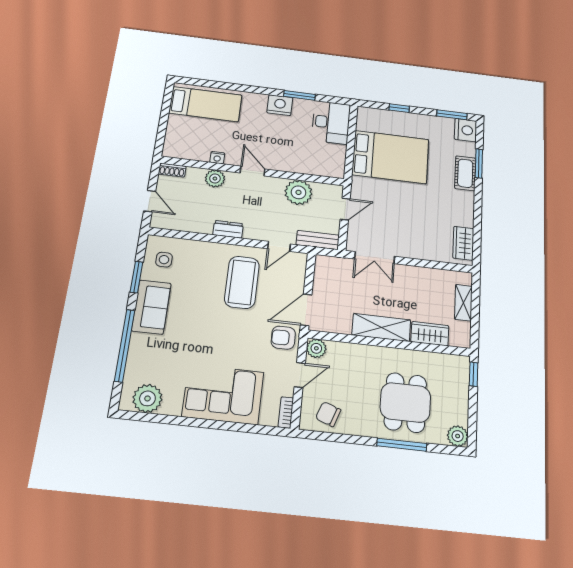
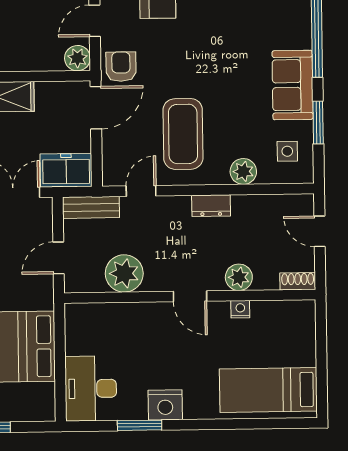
plant: (200, 250) -> (243, 171), added
freezer: (334, 268) -> (66, 170), added
armchair: (283, 338) -> (121, 67), turned -90

